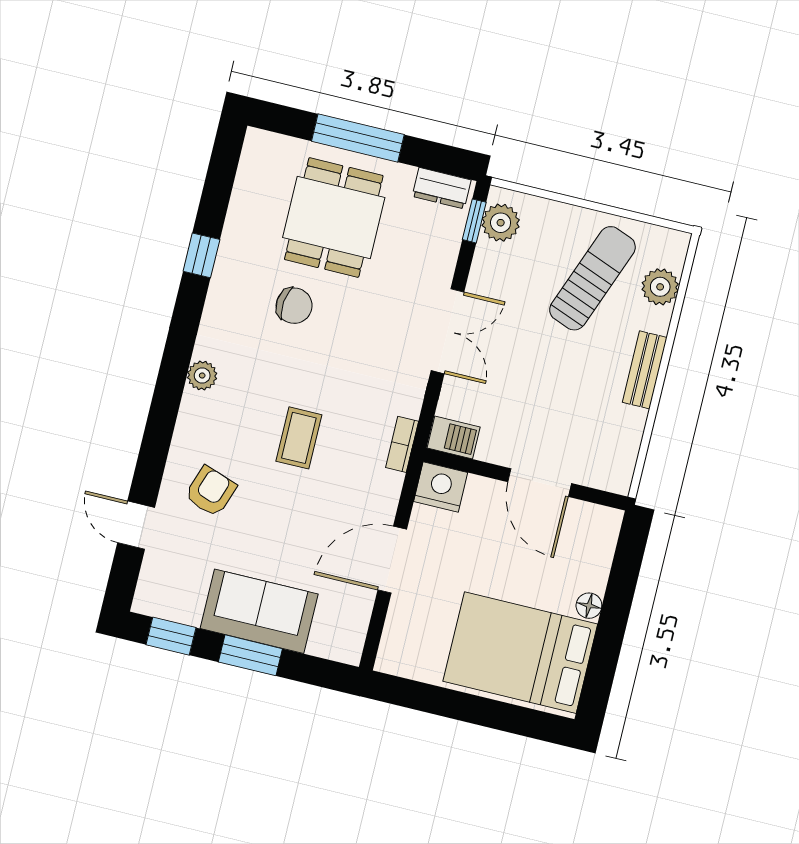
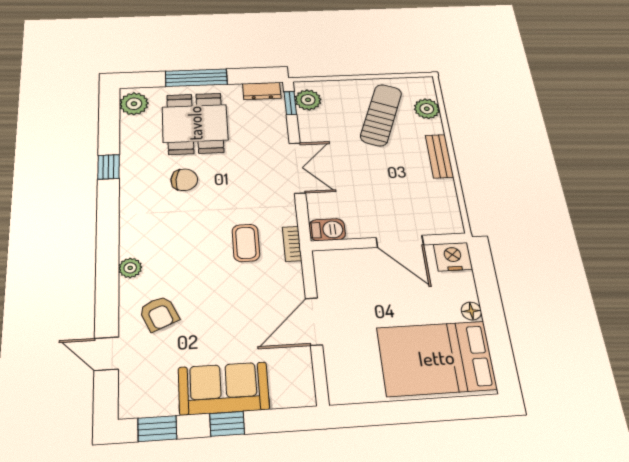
plant: (260, 159) -> (134, 104), added
plant: (202, 375) -> (130, 268), moved
coffee table: (299, 438) -> (246, 243), moved
nightstand: (441, 487) -> (453, 257), moved
armchair: (211, 491) -> (159, 313), turned 137
window: (250, 655) -> (227, 424), width x0.67

